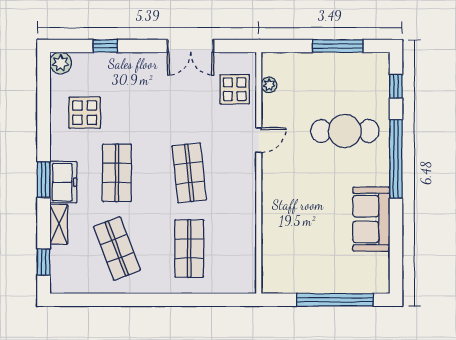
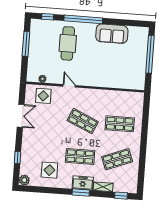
shop shelf: (189, 173) -> (83, 121), turned 30

